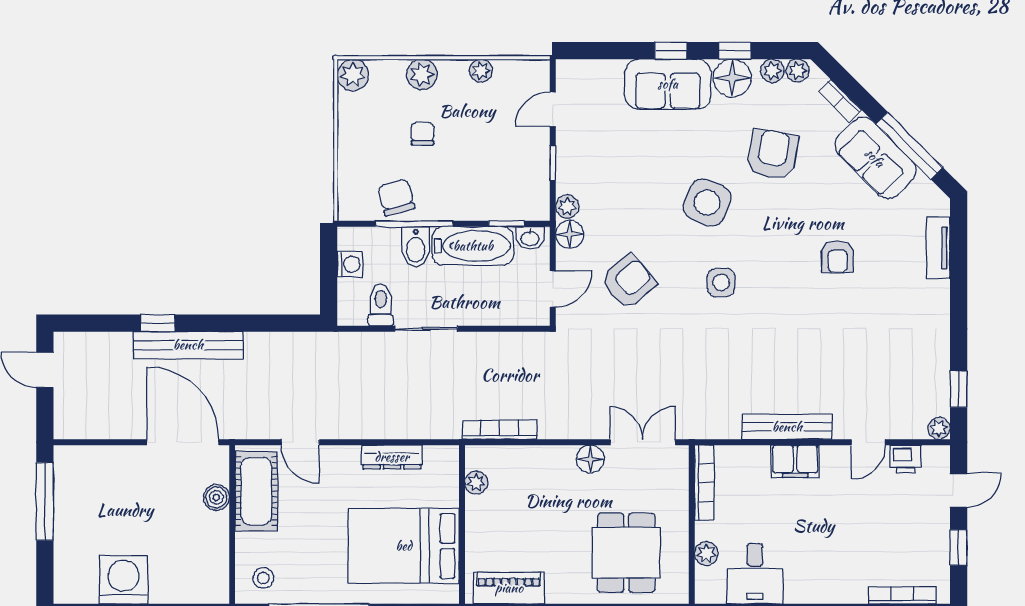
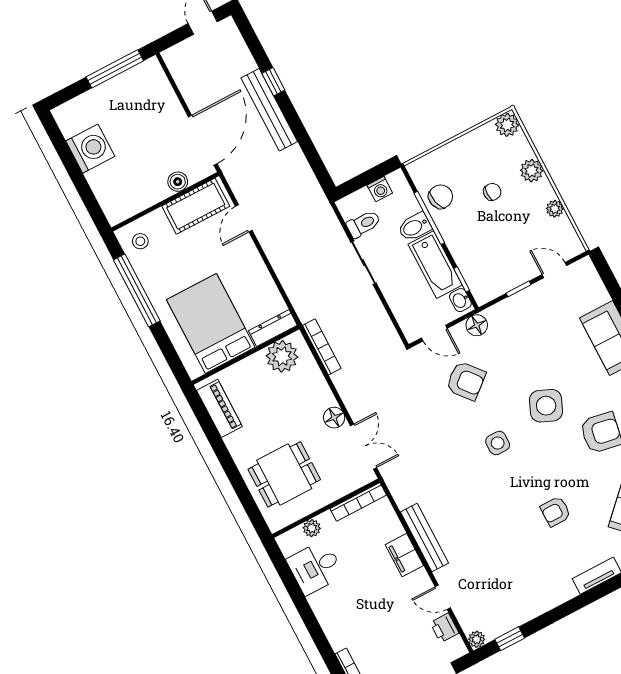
plant: (567, 206) -> (494, 314), removed
dresser: (392, 457) -> (273, 328), moved, turned 90
plant: (476, 483) -> (282, 356), width x1.87, depth x1.87

